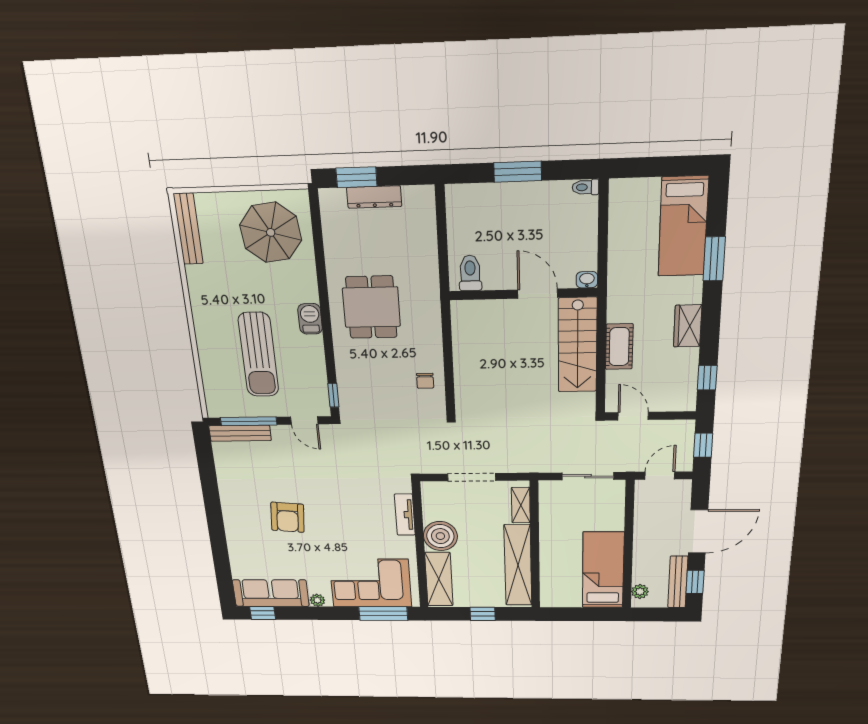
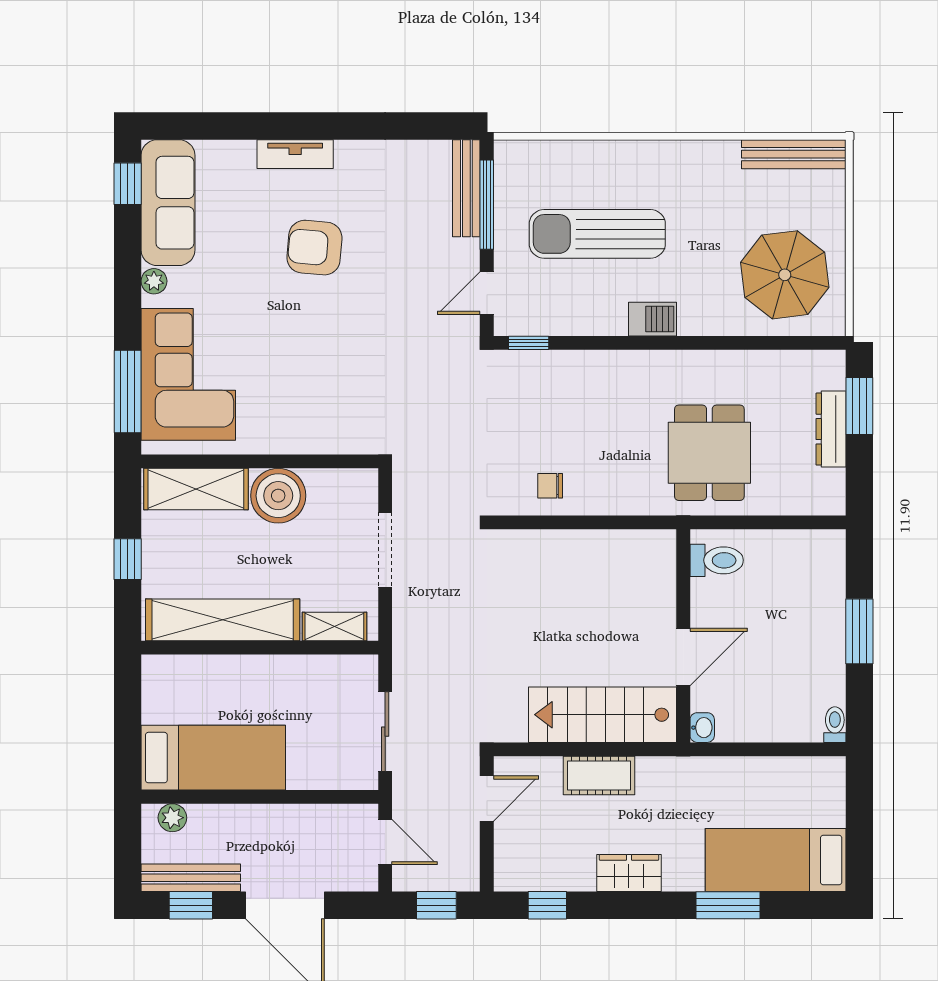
dining table: (371, 307) -> (709, 453), moved, turned 90
tv unit: (405, 515) -> (295, 154), moved, turned 180

